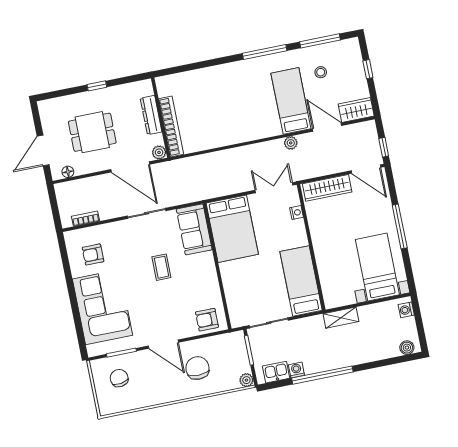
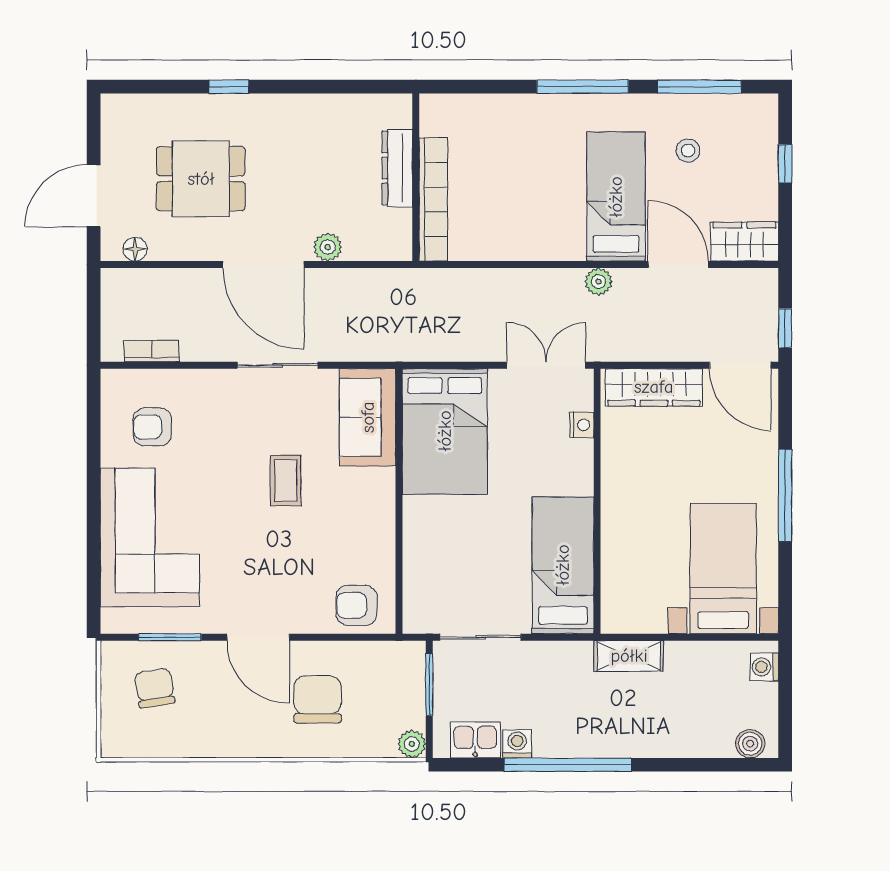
dresser: (151, 115) -> (397, 168), moved
wall: (161, 118) -> (416, 177), moved
bookcase: (171, 127) -> (433, 199), moved

